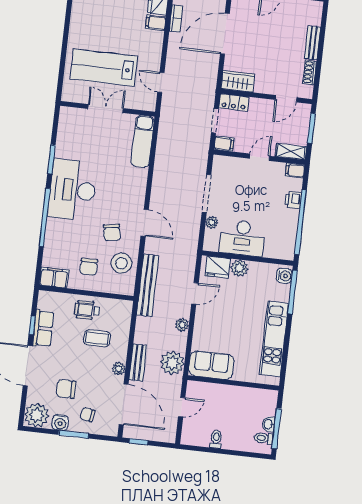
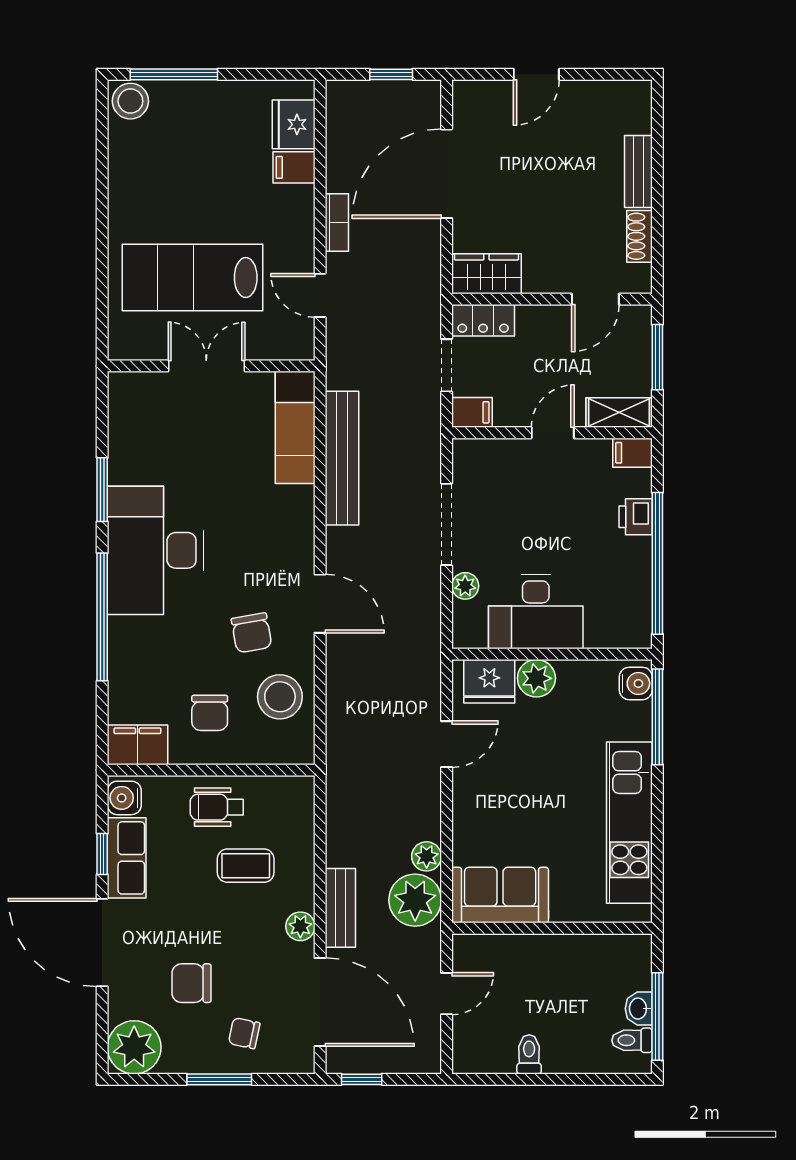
bookcase: (176, 19) -> (337, 223), moved
bench: (148, 285) -> (342, 458), moved
plant: (182, 325) -> (427, 856), moved
water cooler: (60, 422) -> (124, 798), moved, turned 90

